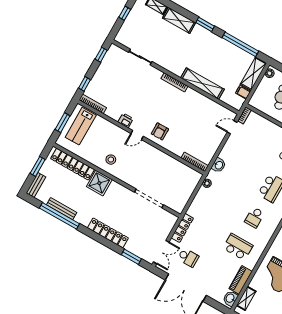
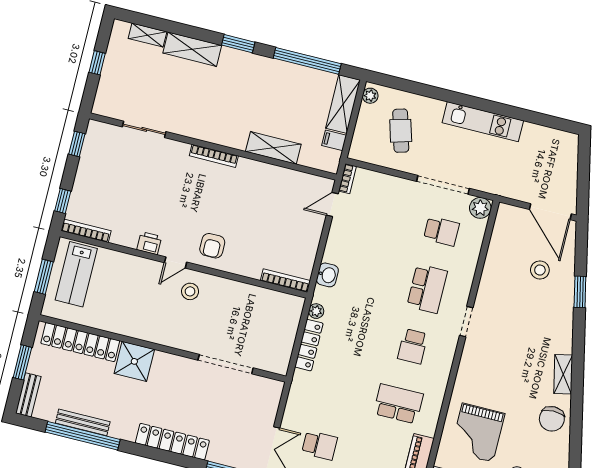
shelving: (202, 84) -> (273, 148), width x0.68
stool: (111, 160) -> (190, 291), moved
locker: (182, 228) -> (309, 345), moved

